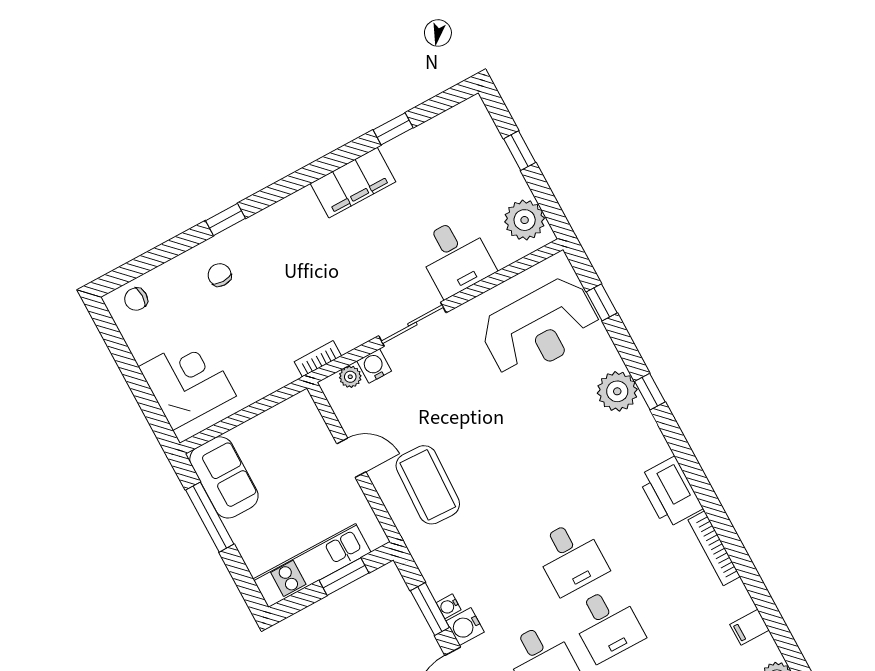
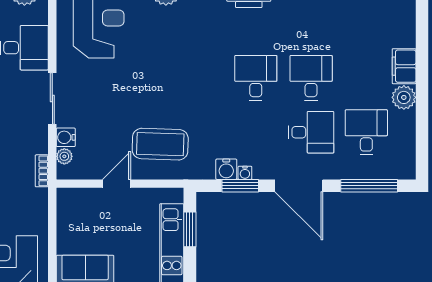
desk: (571, 557) -> (256, 78), turned -90
desk: (607, 624) -> (311, 78), turned -90
water cooler: (465, 627) -> (226, 169), moved

